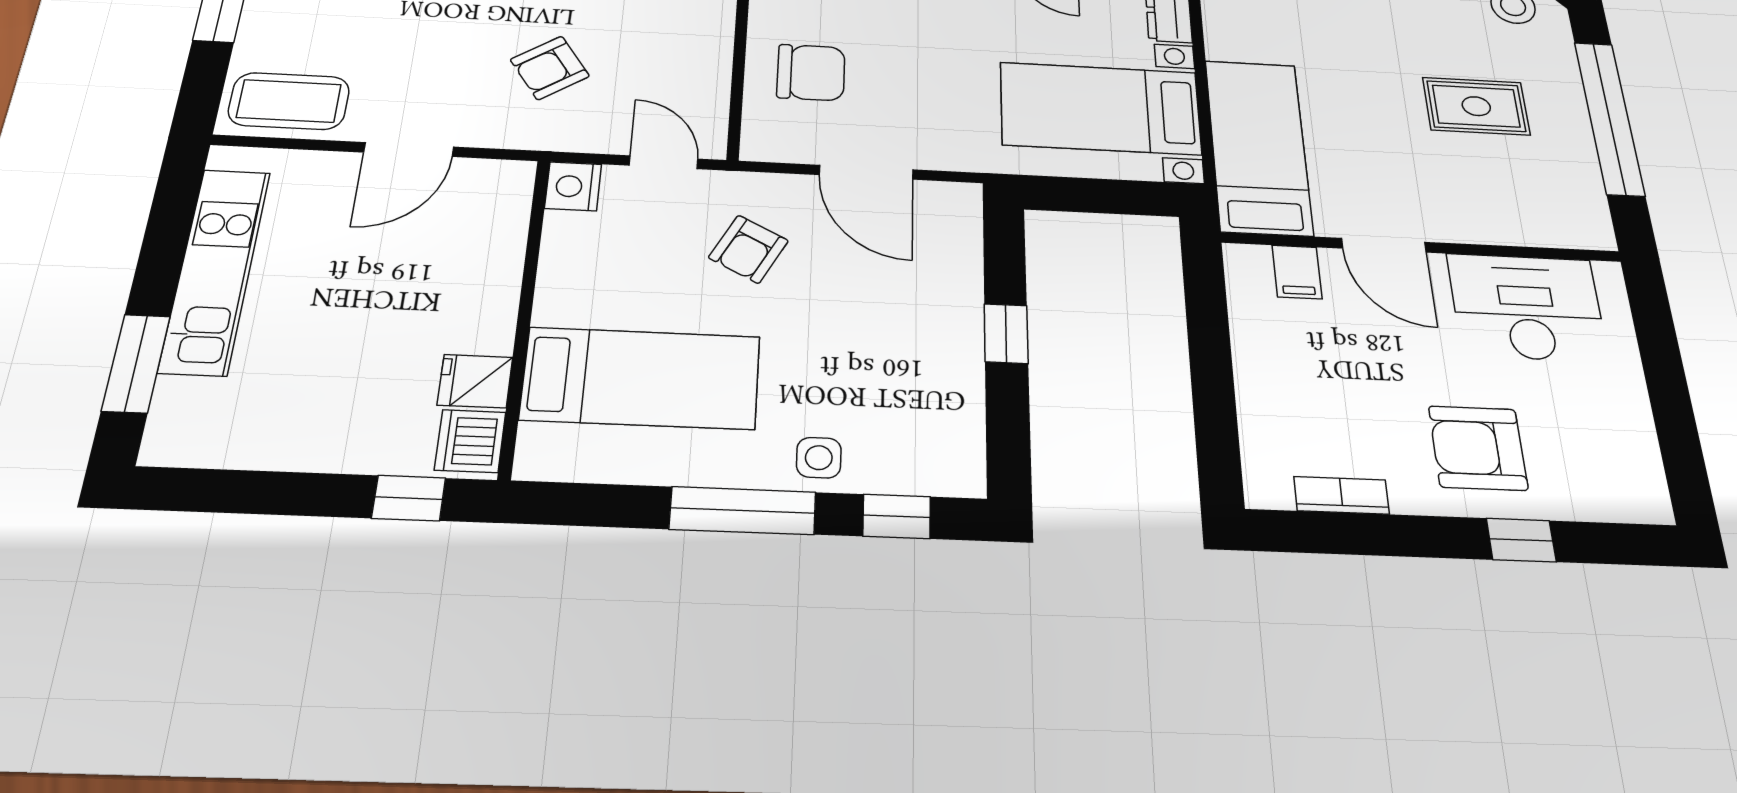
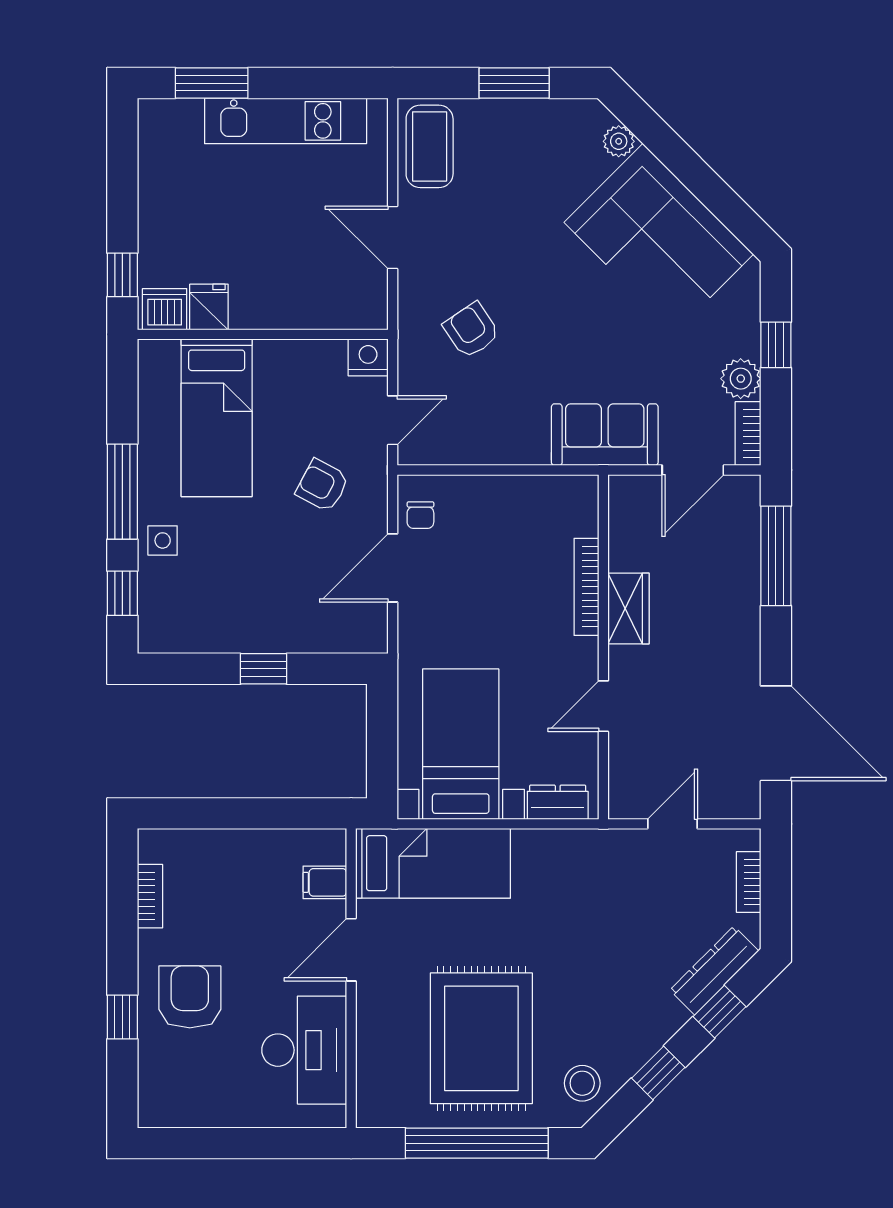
chair: (811, 73) -> (420, 515), moved, width x0.54, depth x0.54
rug: (1476, 106) -> (481, 1038), width x1.86, depth x2.06

